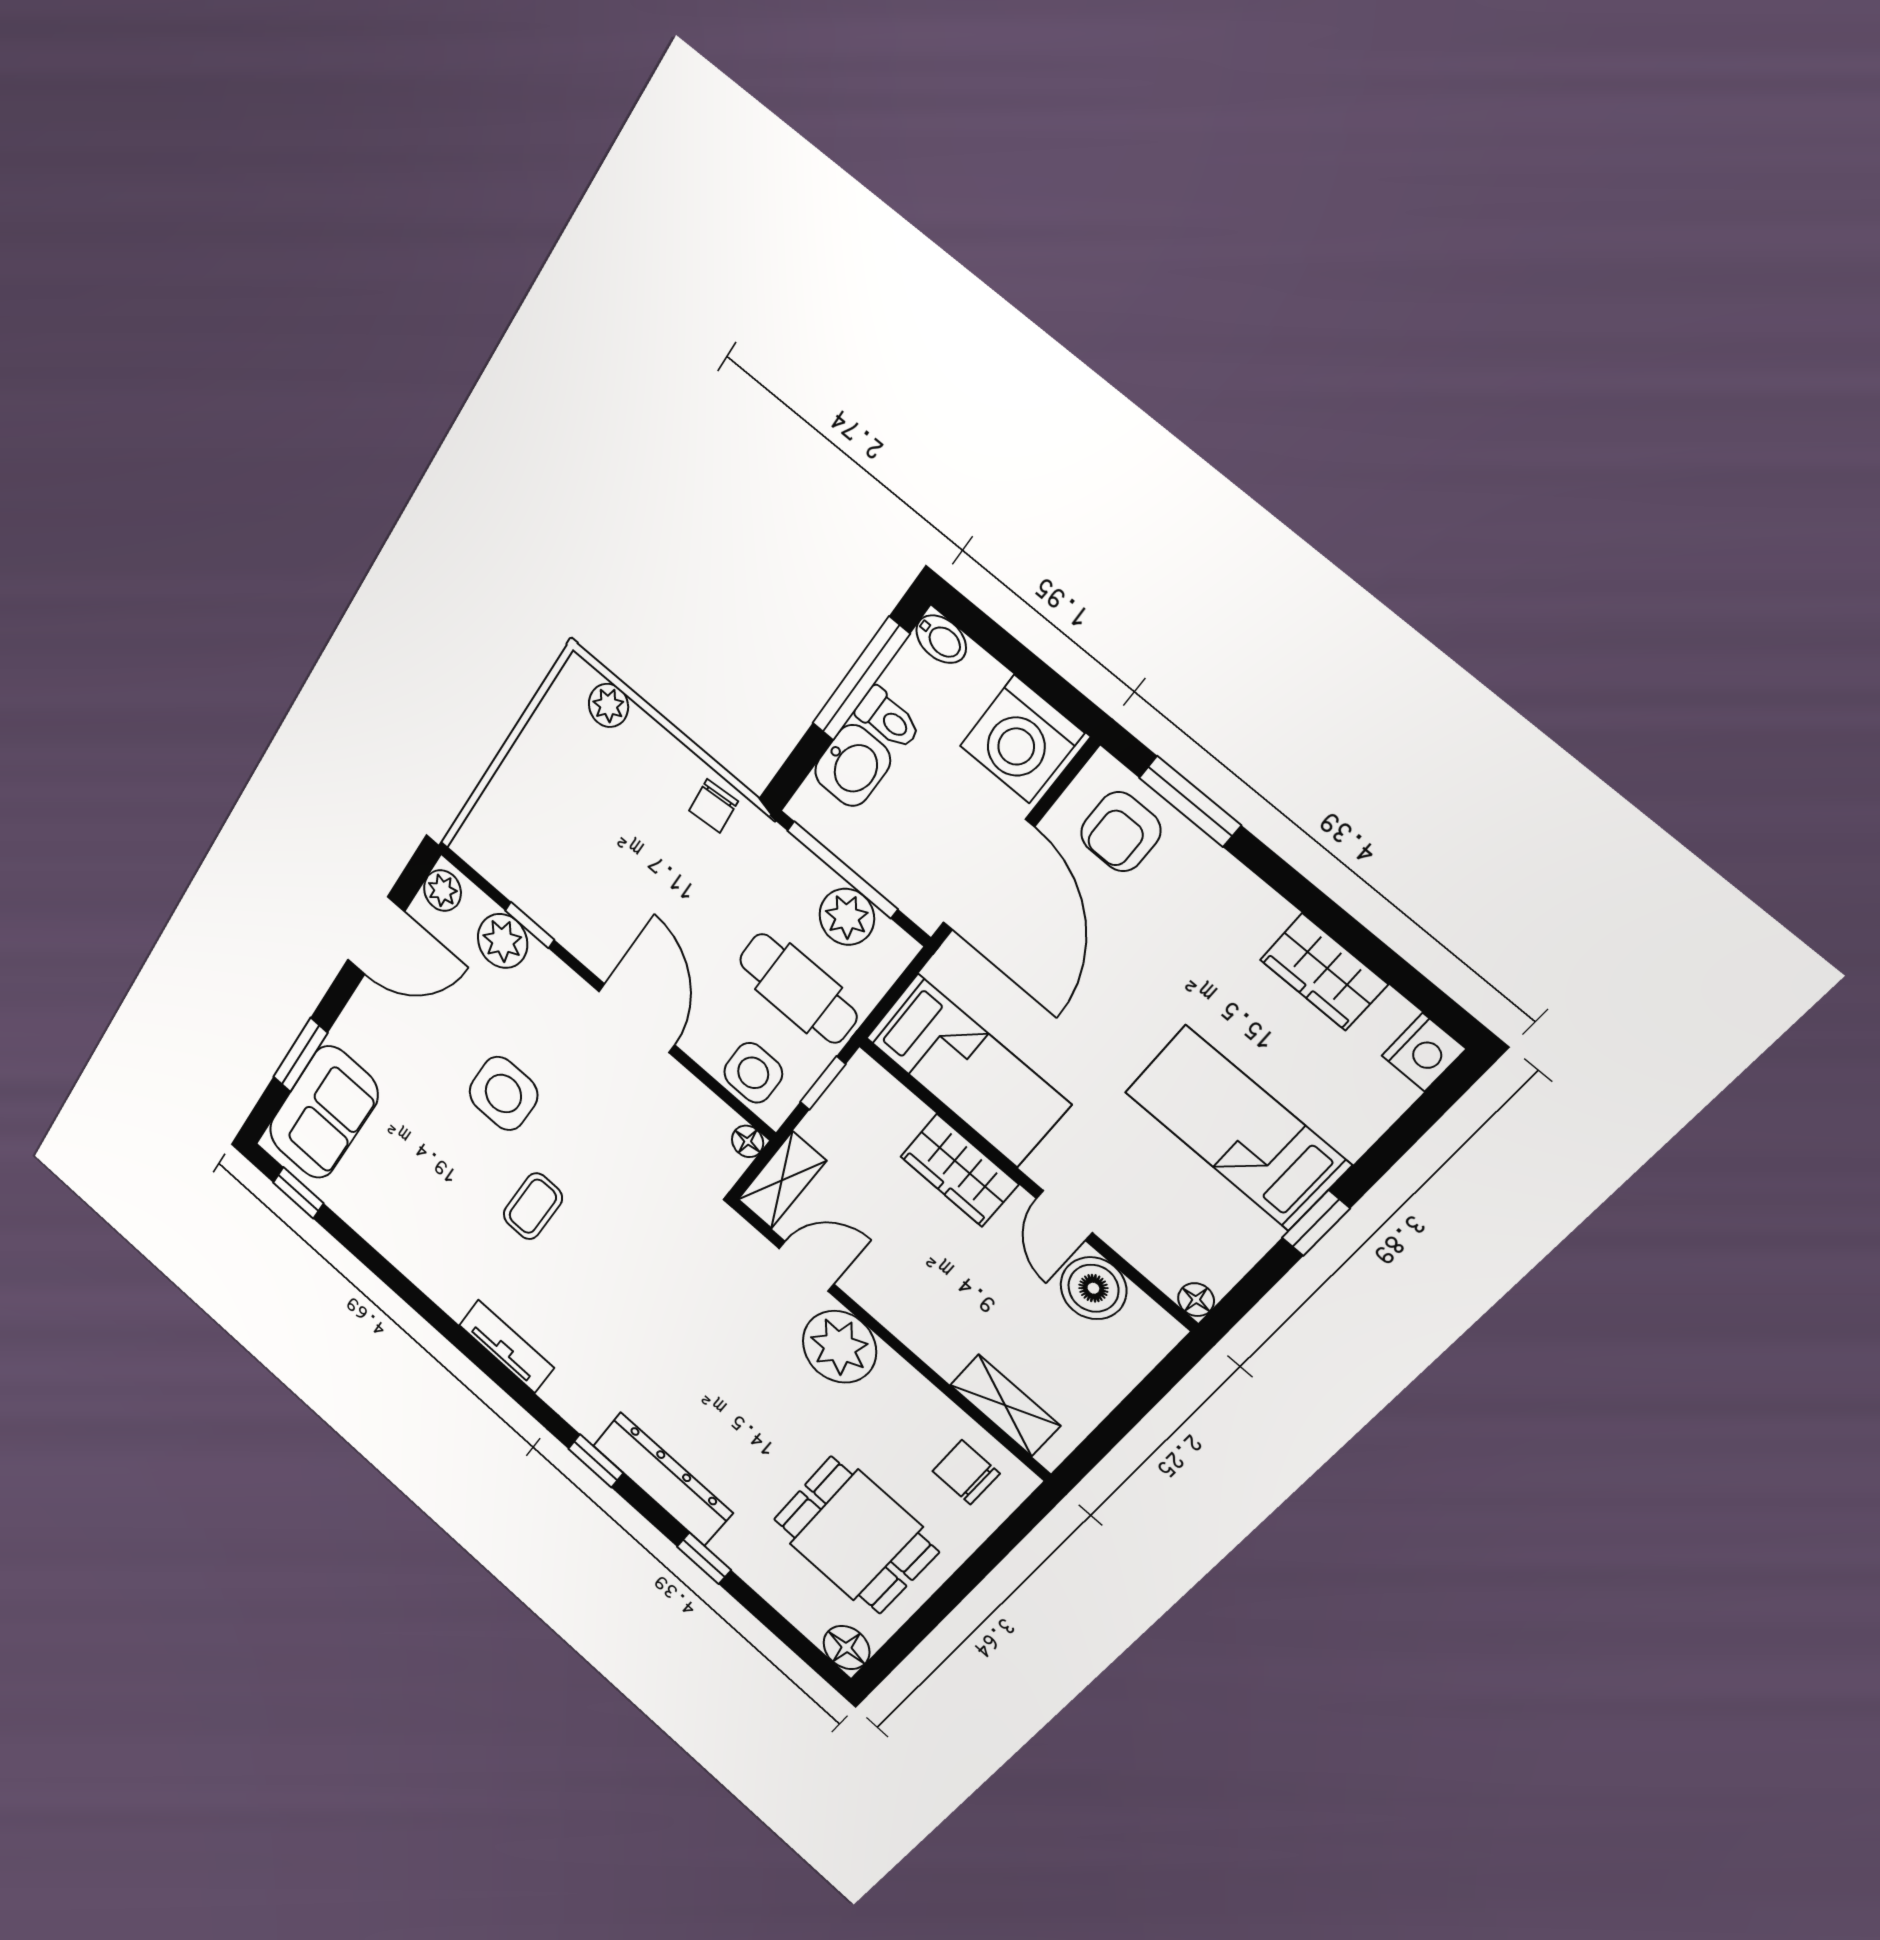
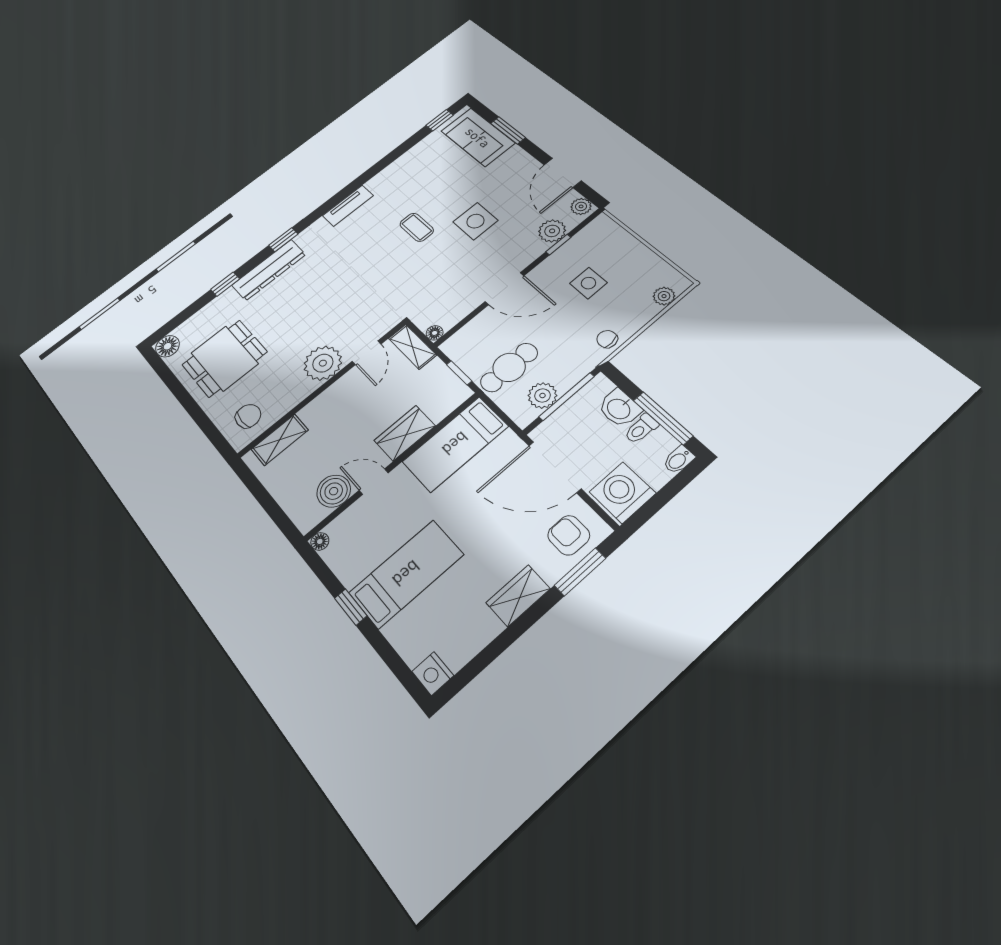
wardrobe: (1324, 972) -> (518, 596), moved
side table: (753, 1073) -> (588, 283), moved

